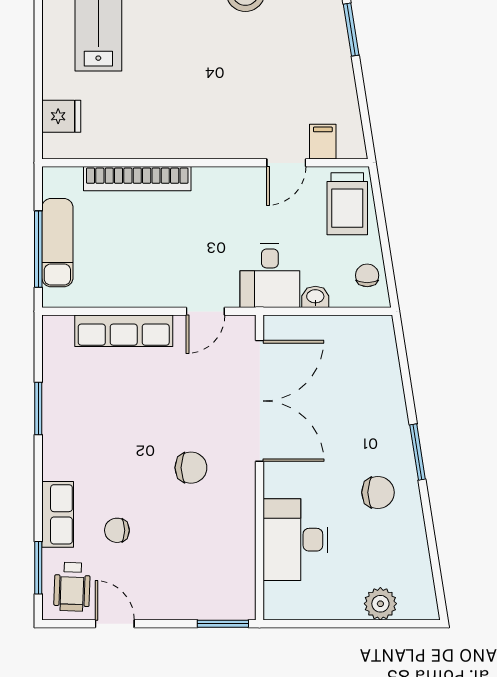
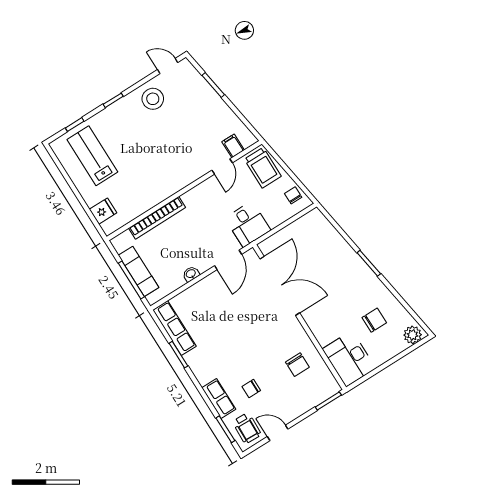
washbasin: (315, 297) -> (191, 274), moved
door: (205, 311) -> (228, 260), width x1.38
row of seats: (124, 331) -> (174, 328), moved, turned -90
chair: (191, 468) -> (297, 365), moved, turned 90
chair: (378, 492) -> (374, 320), moved
desk: (295, 540) -> (349, 359), moved
plant: (380, 604) -> (413, 335), moved

